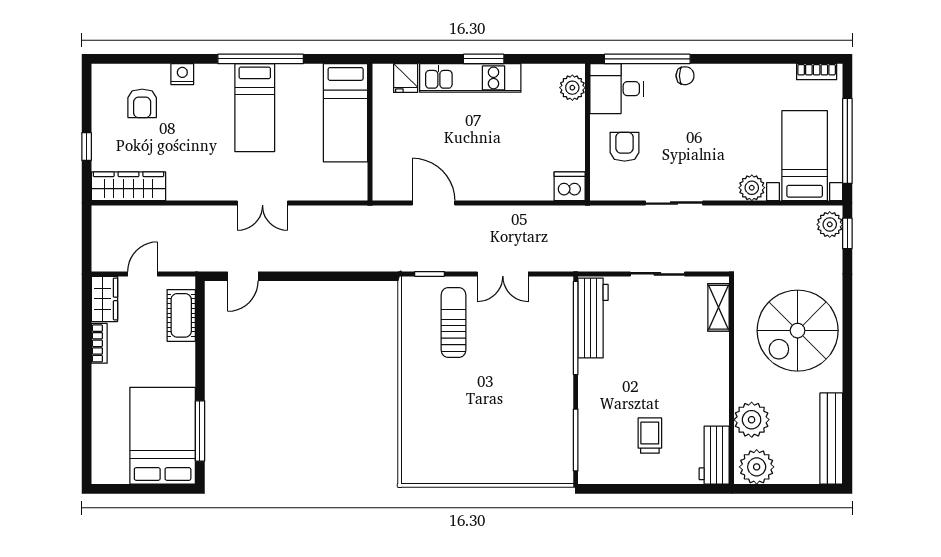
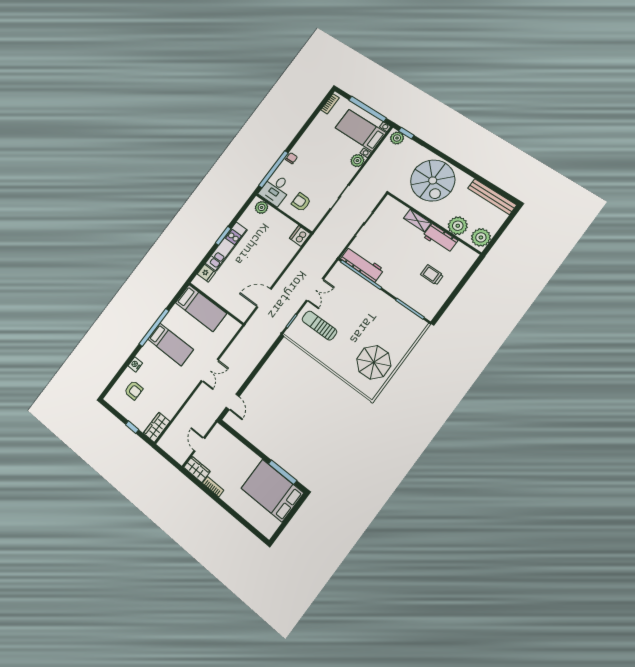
wardrobe: (128, 186) -> (157, 427), width x0.67
shelving: (718, 307) -> (417, 221), moved
cot: (181, 315) -> (228, 441), removed
parasol: (458, 445) -> (374, 362), added
workbench: (714, 455) -> (440, 238), moved

